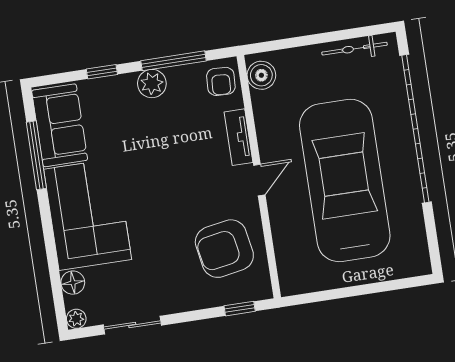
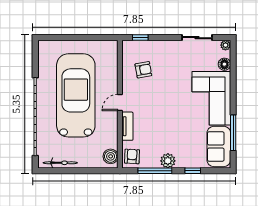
car: (345, 180) -> (76, 95), turned 180
armchair: (224, 249) -> (143, 70), width x0.53, depth x0.53

